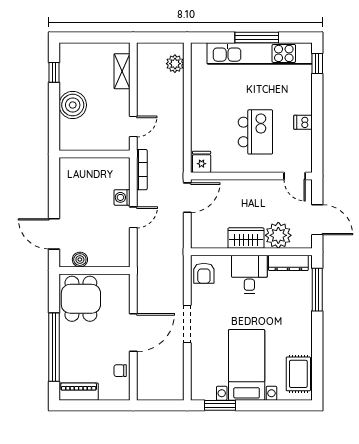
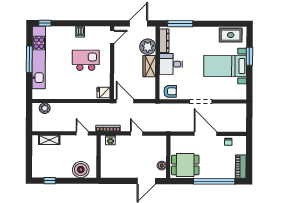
boiler: (73, 105) -> (81, 170), moved
washing machine: (122, 197) -> (110, 140), moved
window: (220, 405) -> (249, 56), moved

